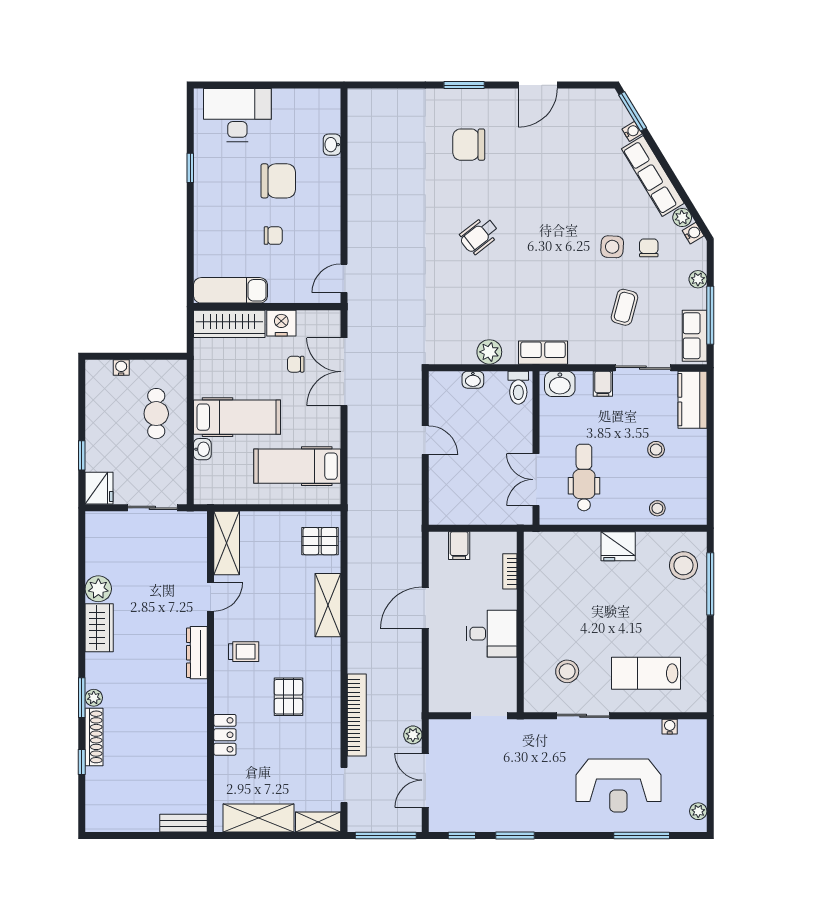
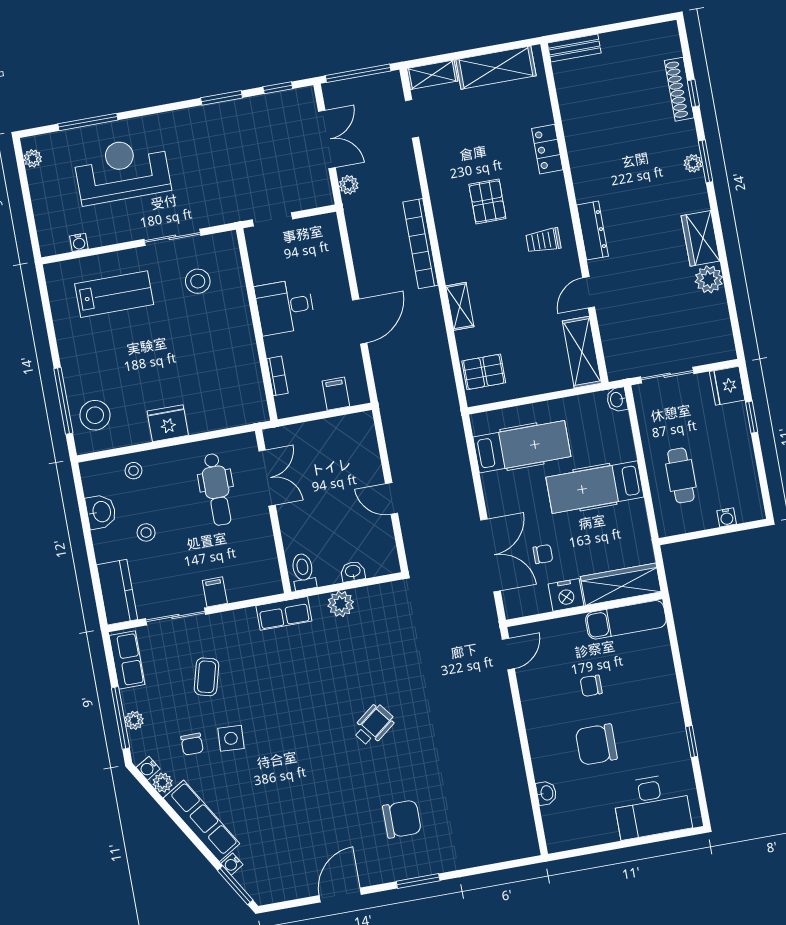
window: (710, 315) -> (120, 718), moved
washbasin: (560, 384) -> (101, 512), moved, turned 90
washbasin: (202, 449) -> (617, 400), moved
shelving: (328, 605) -> (460, 306), width x0.67, depth x0.75
bookcase: (357, 715) -> (421, 244), moved
shoe rack: (94, 737) -> (679, 89), moved

